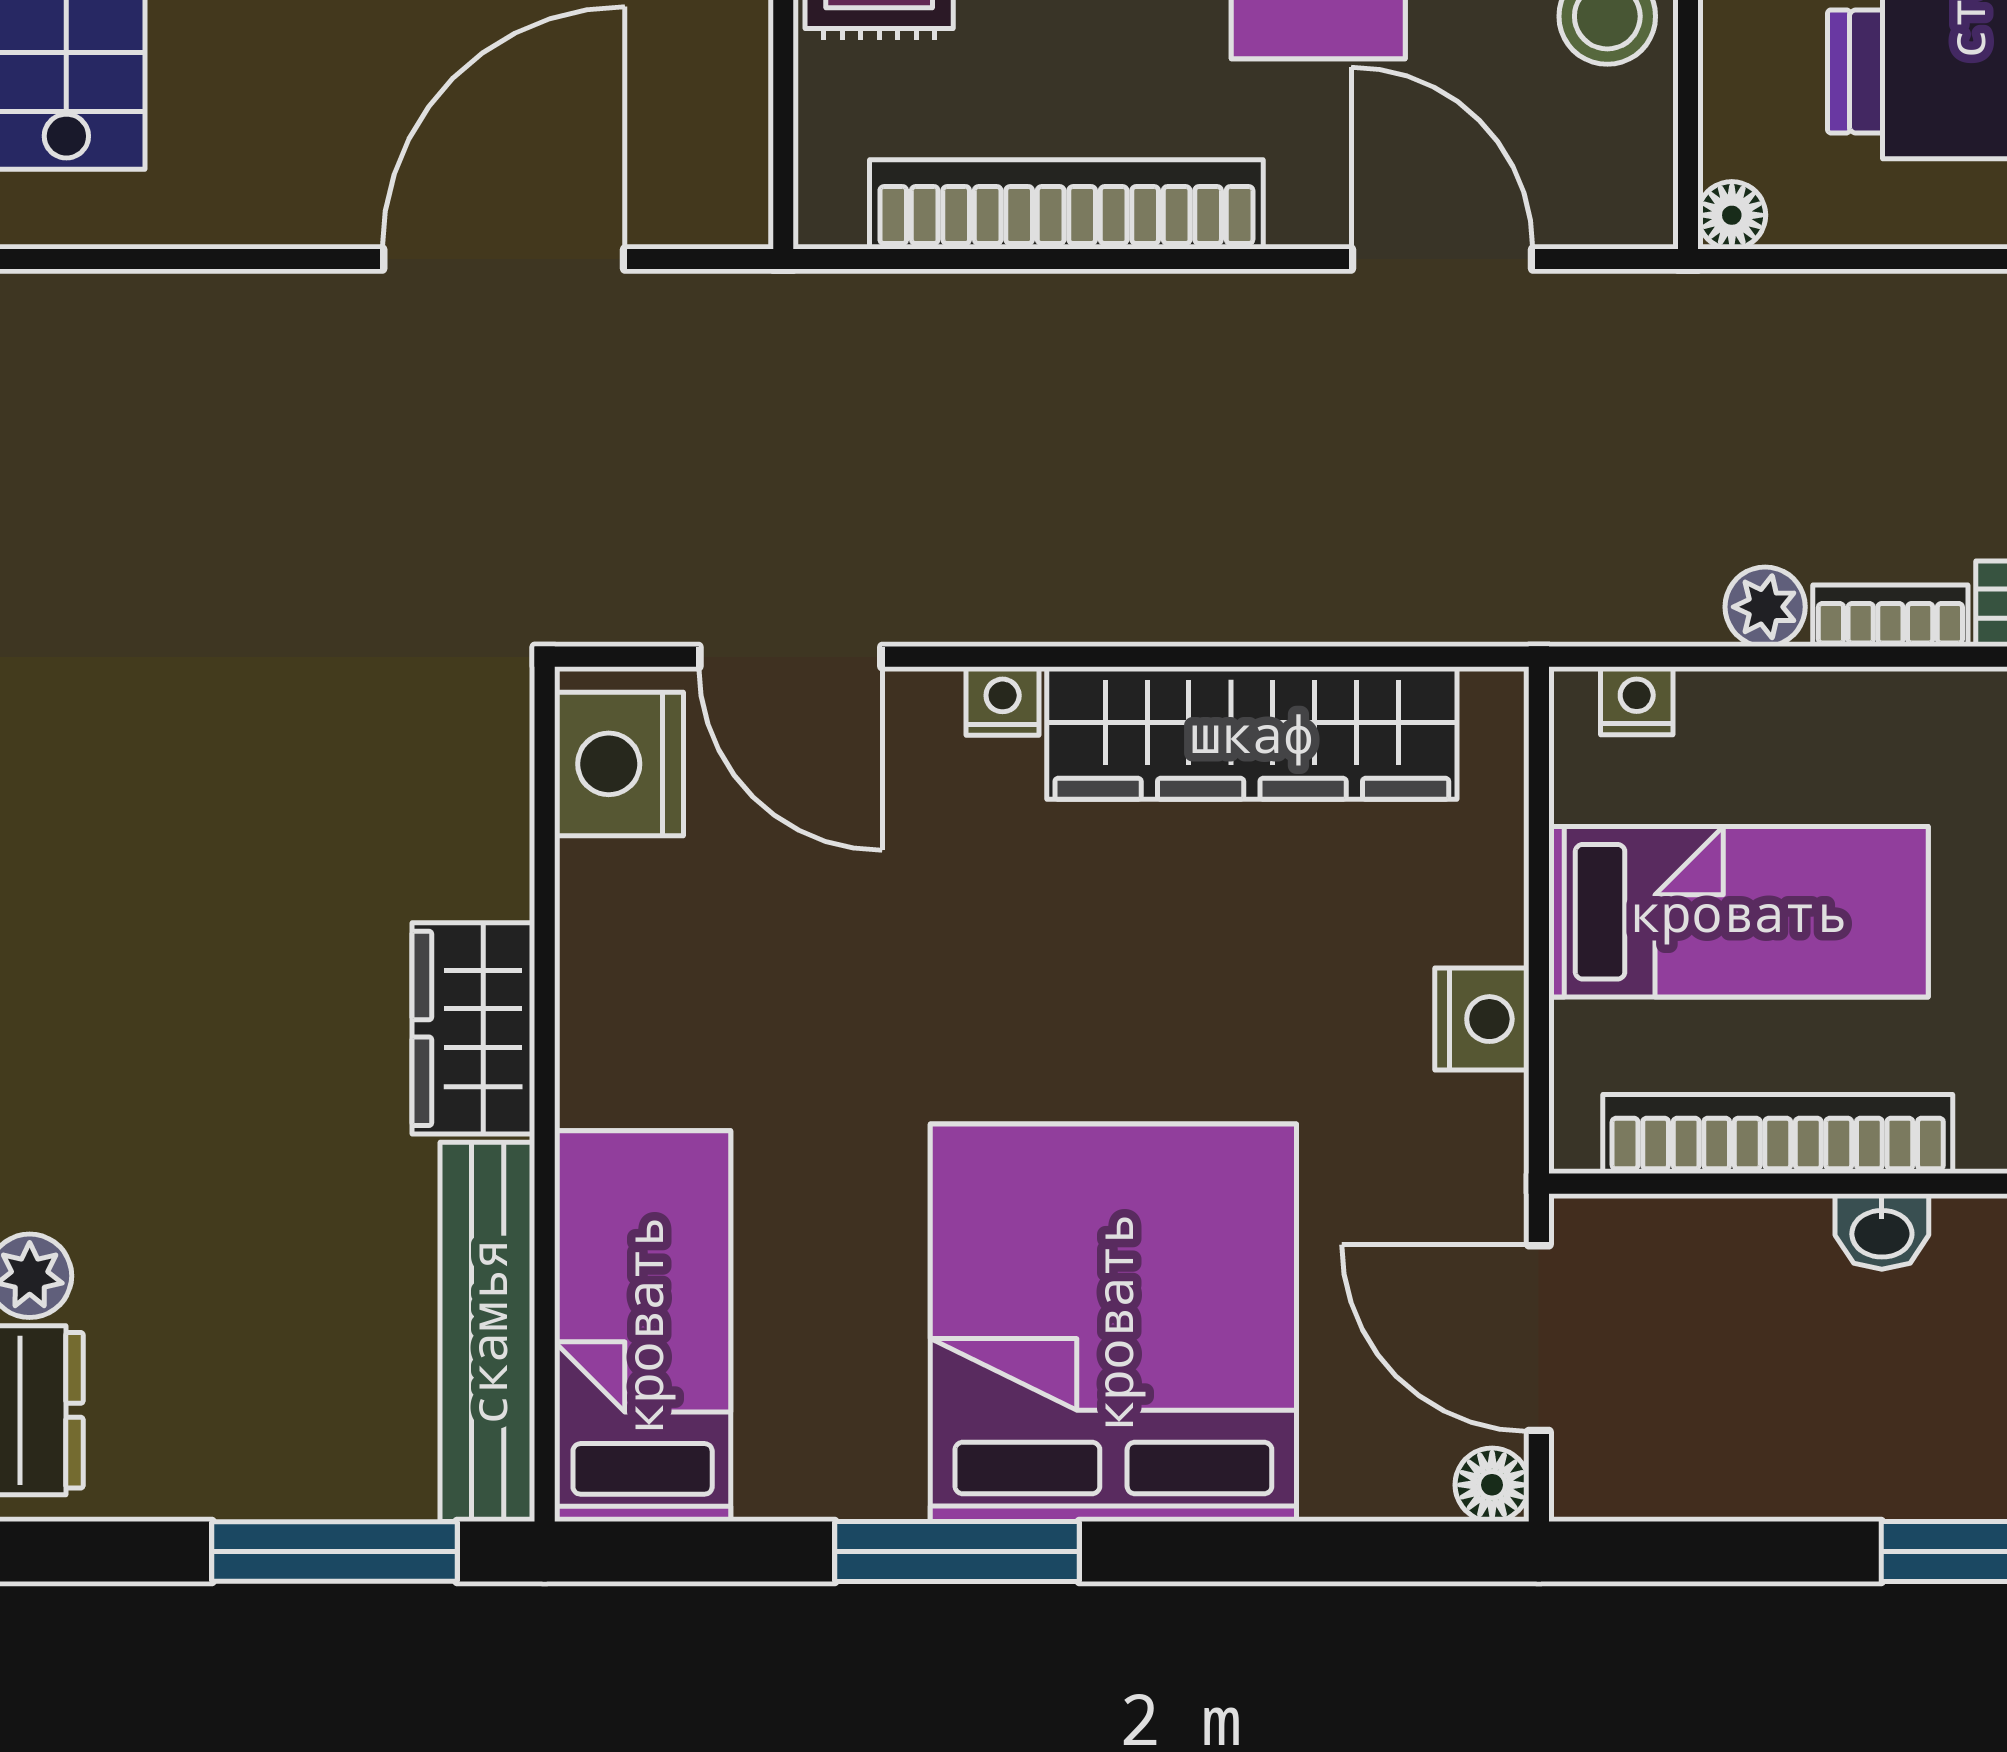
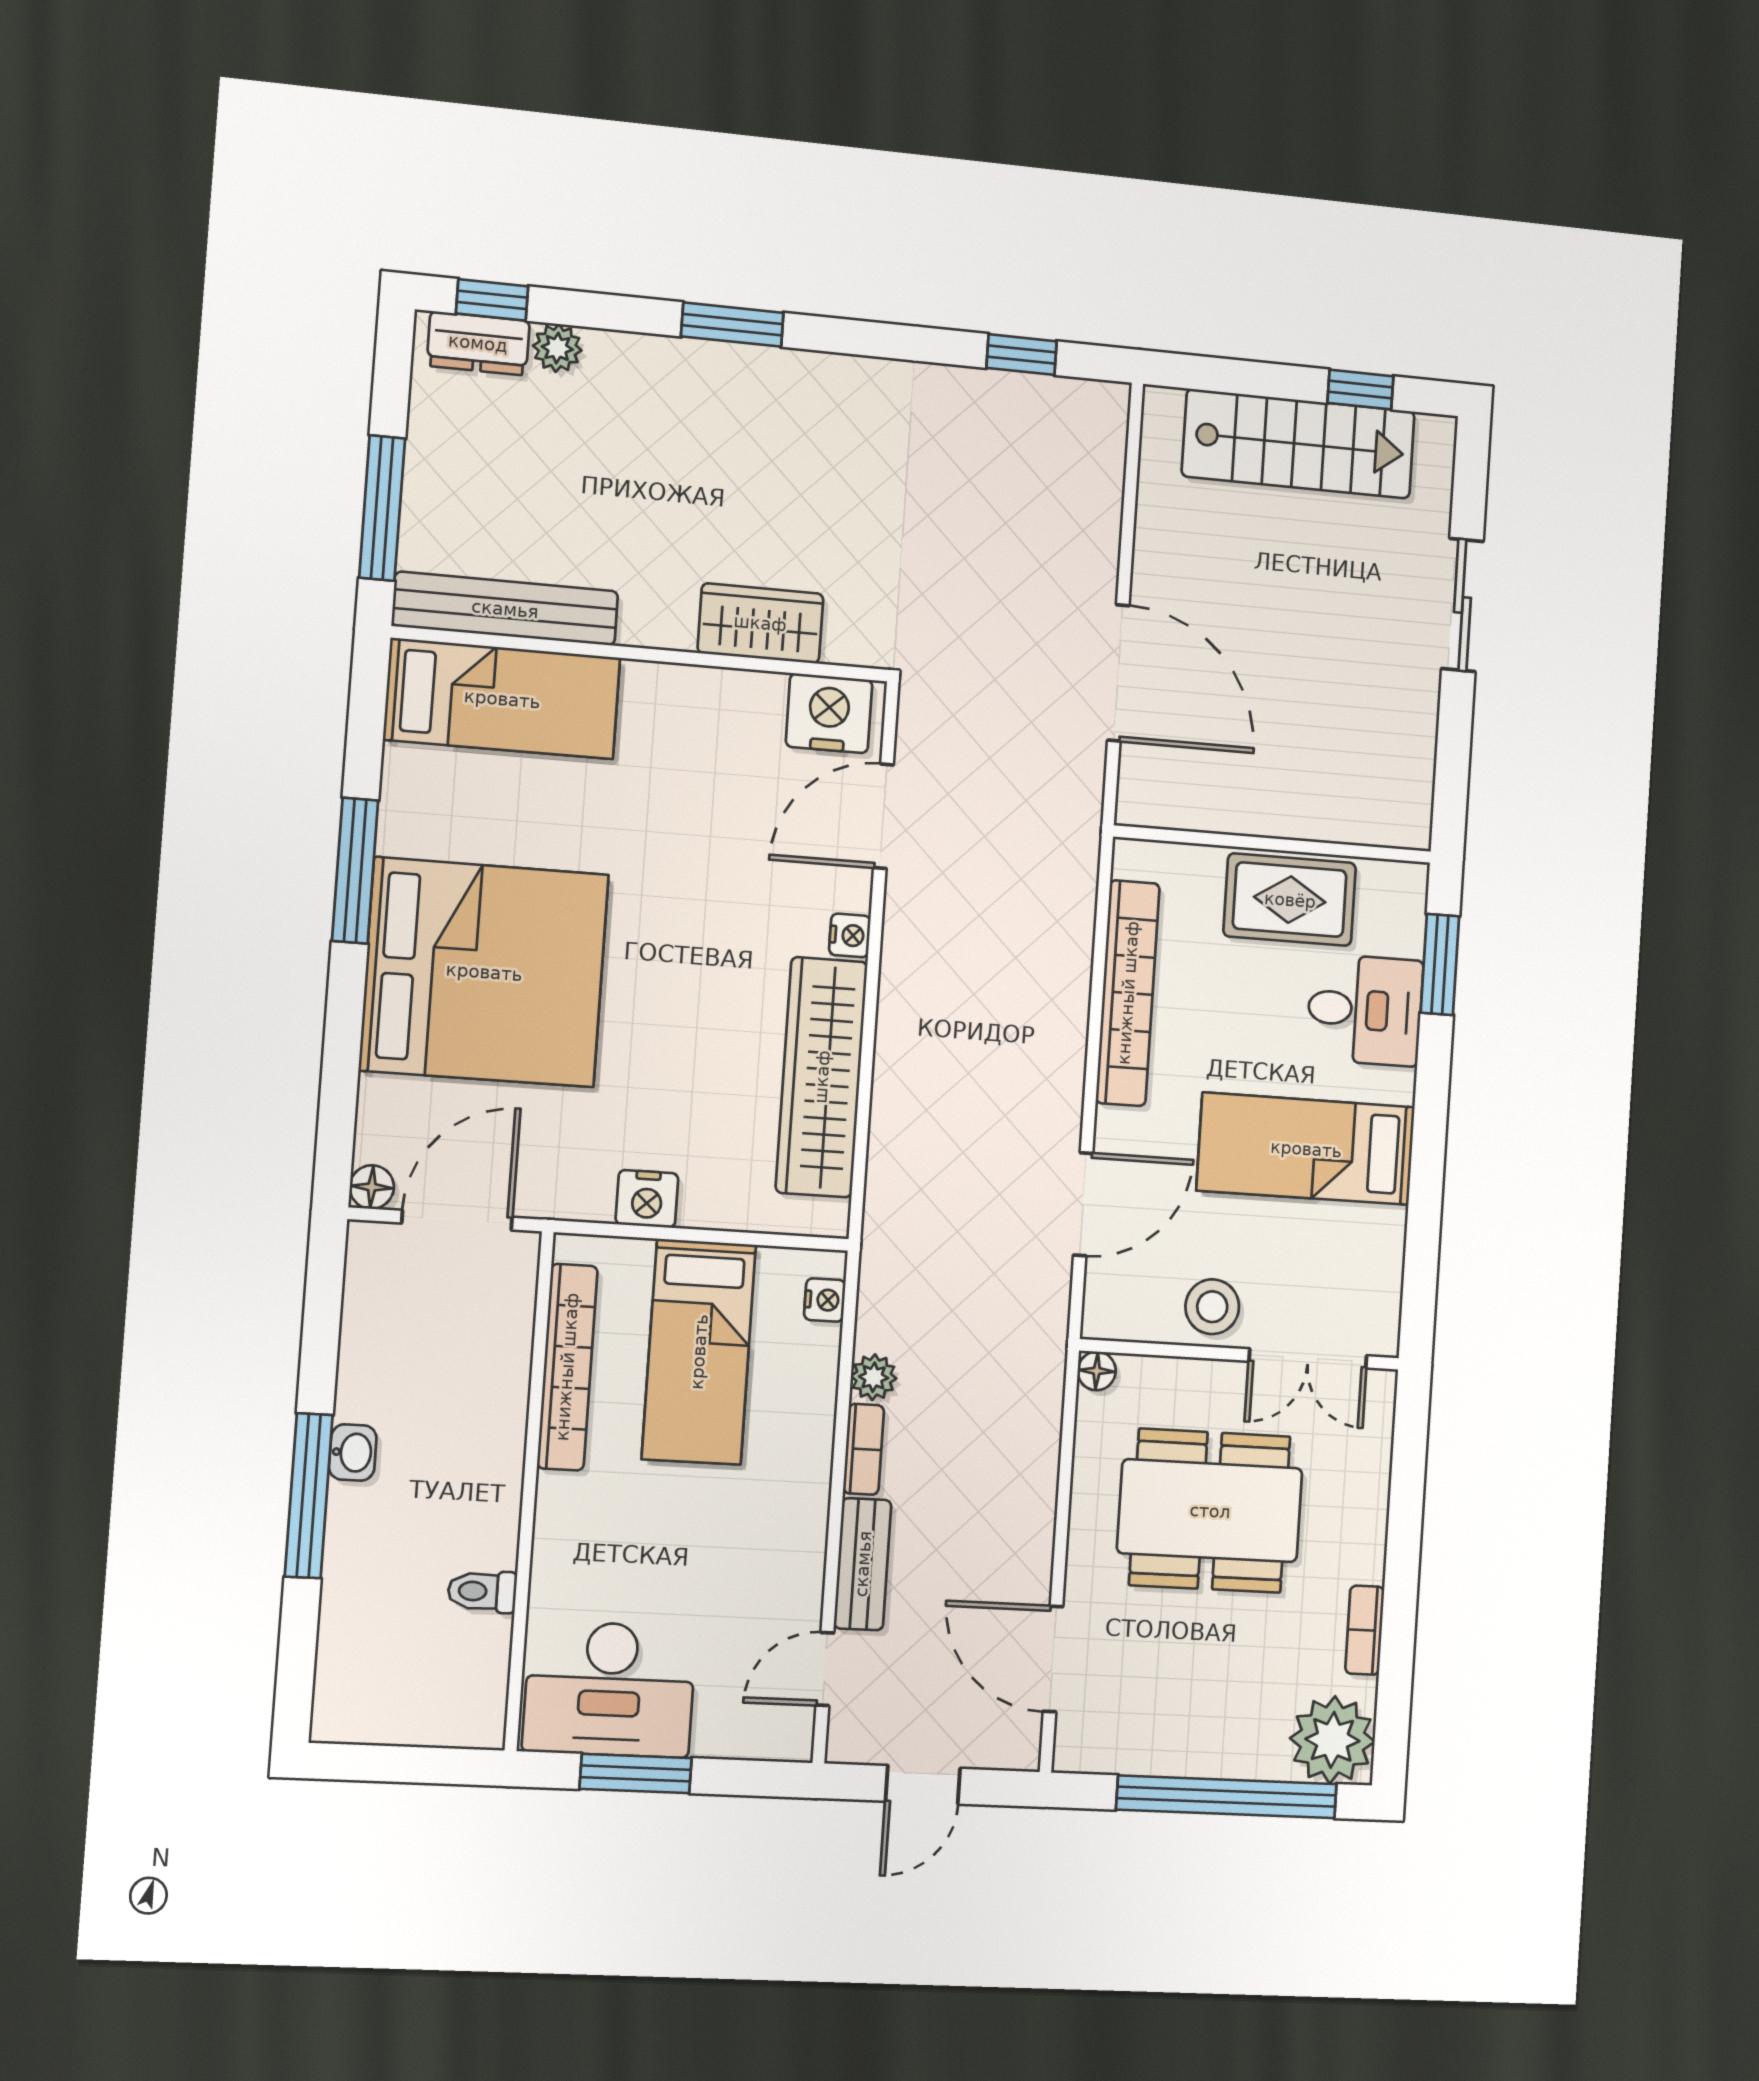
wardrobe: (473, 1028) -> (760, 623), moved
washbasin: (1882, 1231) -> (353, 1452), moved, turned 180

